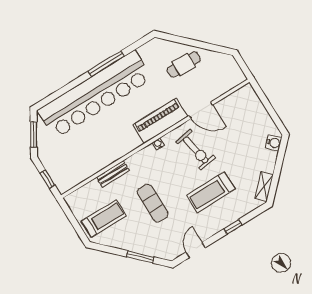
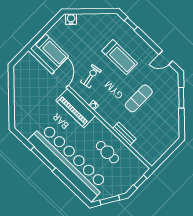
cafe table: (184, 65) -> (107, 152), moved
exercise bike: (196, 150) -> (91, 76), width x0.73, depth x0.72
shelving: (264, 187) -> (106, 18), removed
treadmill: (104, 218) -> (52, 50), moved, turned 180
window: (233, 227) -> (131, 24), moved

